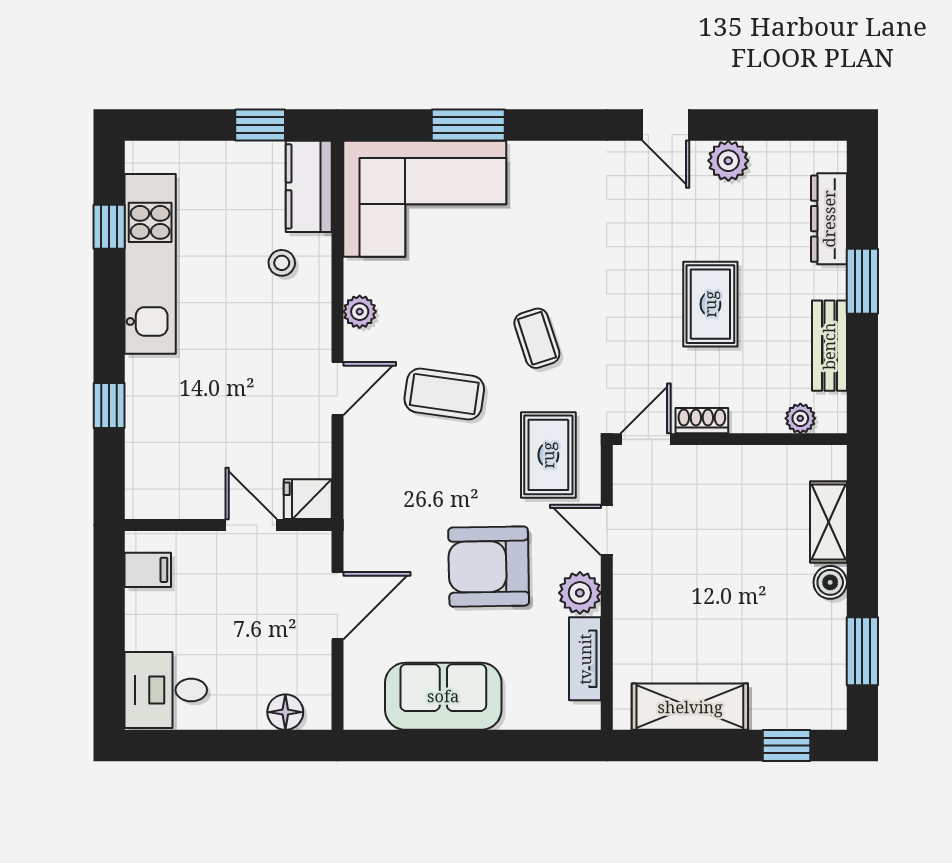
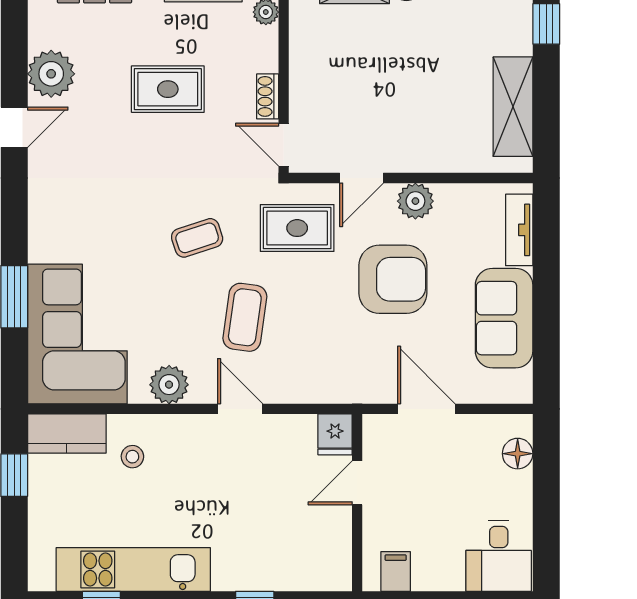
plant: (728, 161) -> (51, 74), width x1.36, depth x1.36
plant: (360, 312) -> (169, 385), width x1.38, depth x1.38
armchair: (489, 567) -> (393, 279), turned -89
tv unit: (585, 659) -> (519, 230), moved, turned 90

